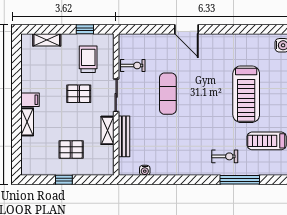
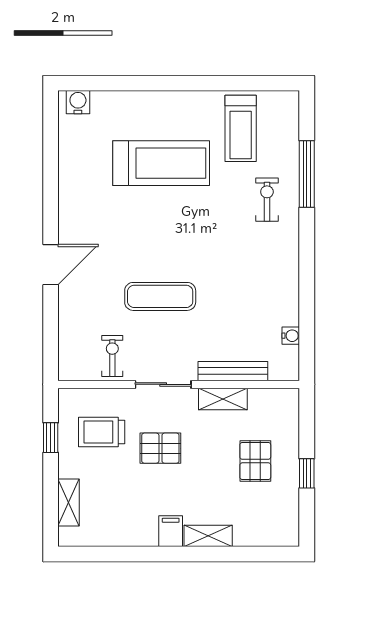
pallet: (79, 94) -> (160, 448), turned 90

